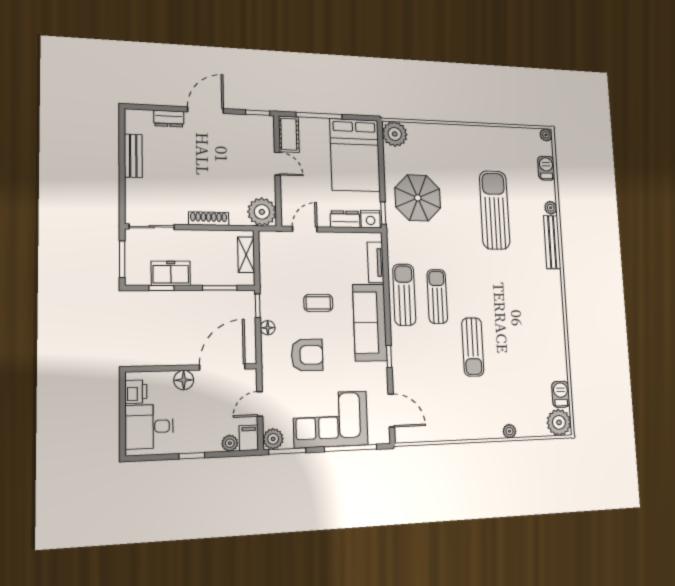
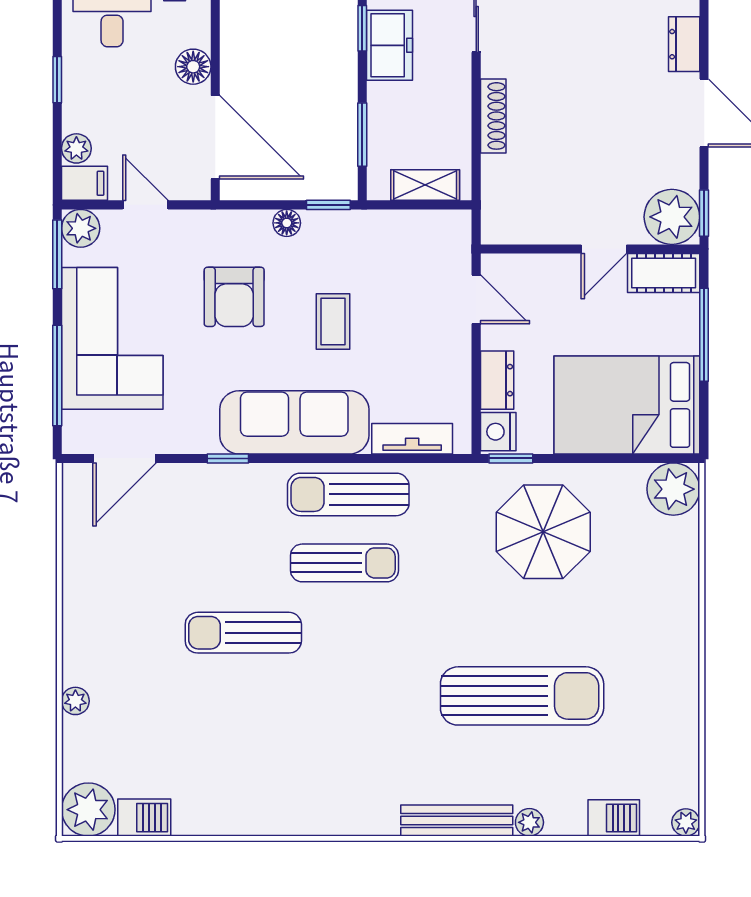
plant: (262, 212) -> (672, 217), moved
sun lounger: (404, 295) -> (348, 494), turned 180

